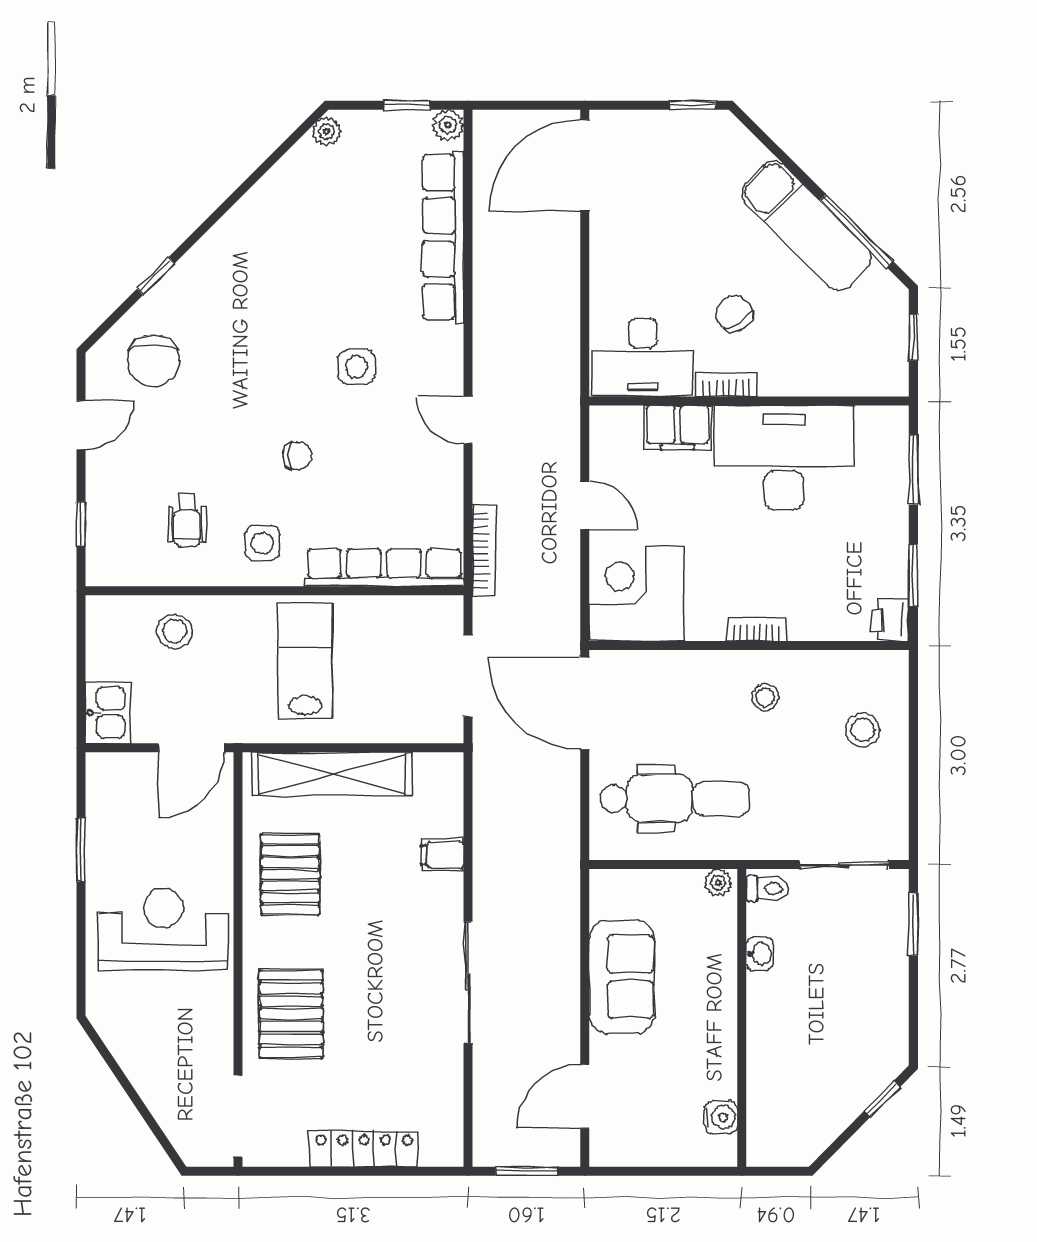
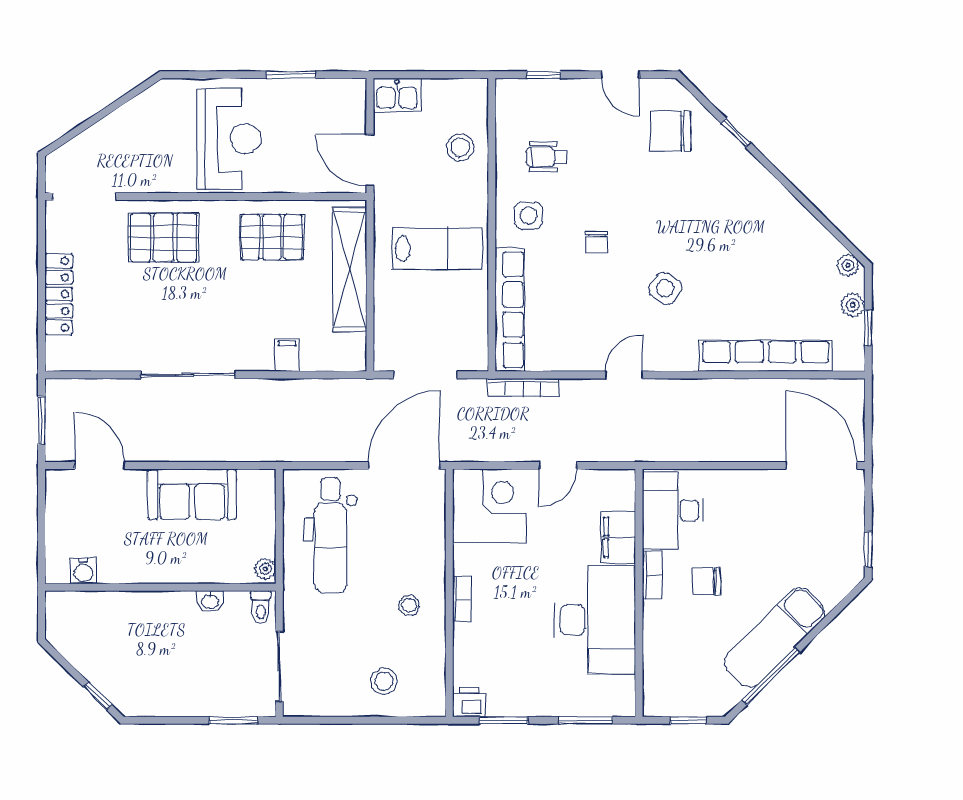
plant: (448, 125) -> (853, 305), moved
chair: (734, 313) -> (707, 581), turned -149
side table: (356, 367) -> (665, 288), turned 35

